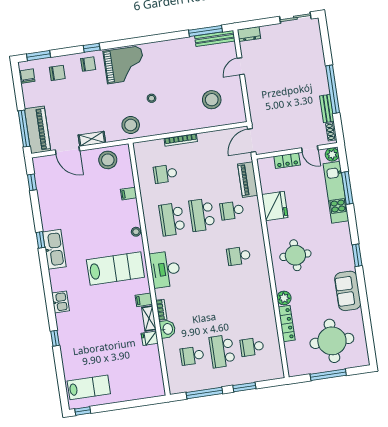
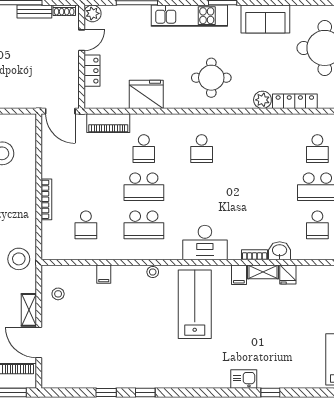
door: (67, 150) -> (39, 342), swing flipped
stool: (108, 160) -> (58, 294), width x0.53, depth x0.53
window: (32, 182) -> (106, 392), moved
kitchen unit: (336, 192) -> (189, 16), moved
kitchen sink: (54, 249) -> (160, 377), removed
kitchen sink: (60, 302) -> (244, 379), moved

